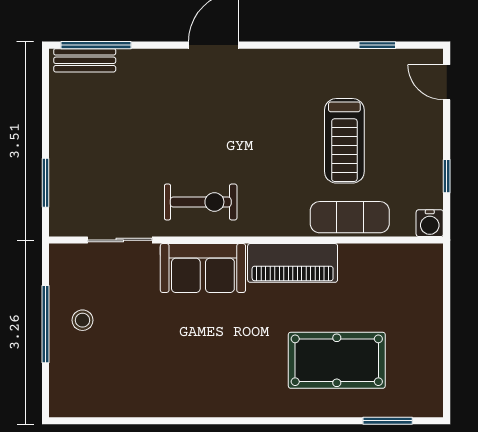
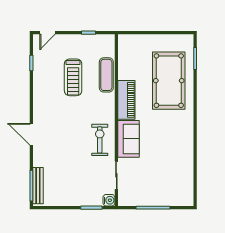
bench: (85, 60) -> (38, 186), width x1.36
treadmill: (344, 141) -> (73, 77), turned 90
water cooler: (430, 223) -> (109, 200), moved
stool: (82, 320) -> (151, 191), removed
pool table: (337, 360) -> (169, 81), width x1.36, depth x1.32

